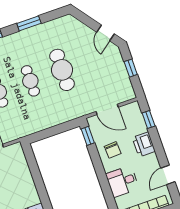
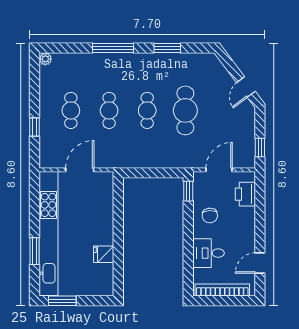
window: (131, 68) -> (260, 147), moved
door: (107, 109) -> (219, 170), swing flipped
window: (149, 120) -> (260, 196), removed
printer: (144, 144) -> (245, 194), moved

